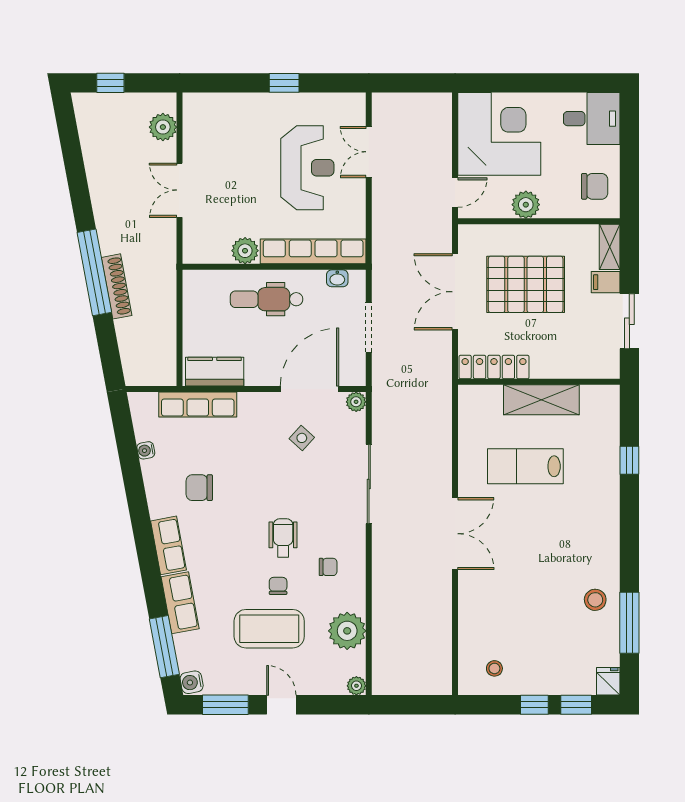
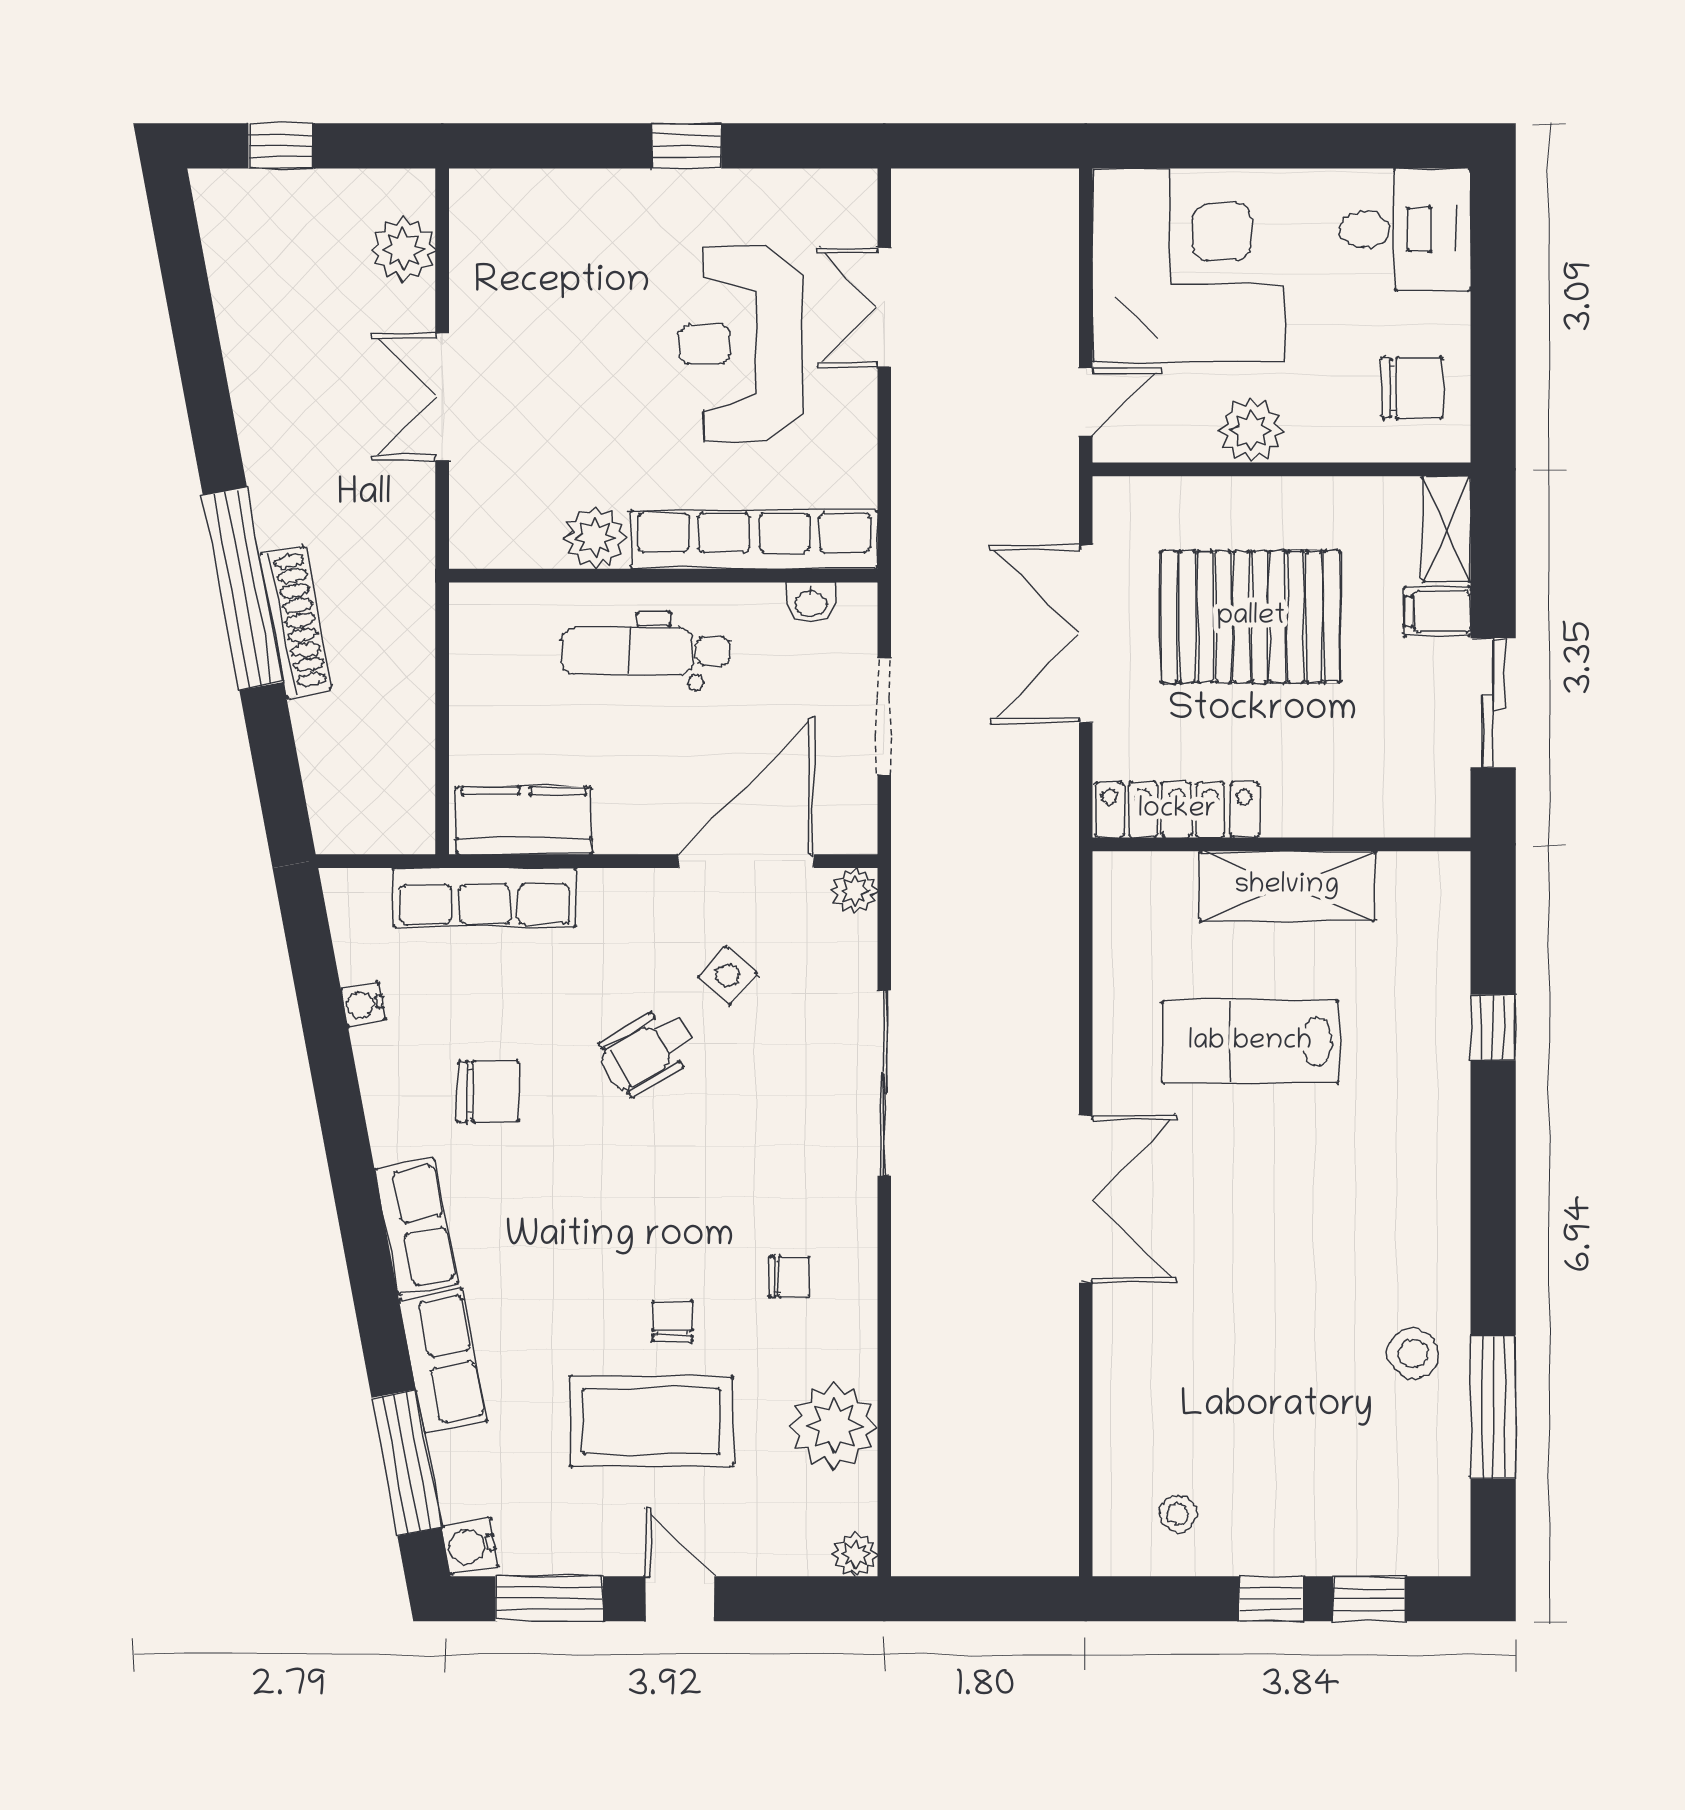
reception desk: (307, 168) -> (741, 344), turned 180
chair: (199, 488) -> (488, 1091), turned 180
wheelchair: (283, 538) -> (647, 1051), moved, turned -121
fridge: (608, 681) -> (1444, 1544), removed

